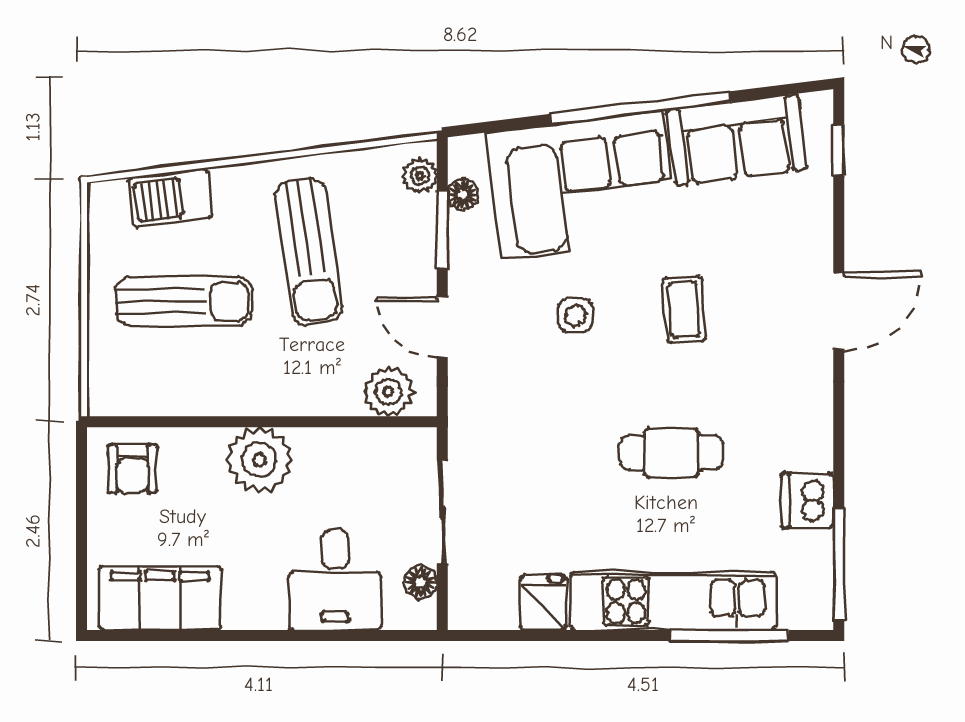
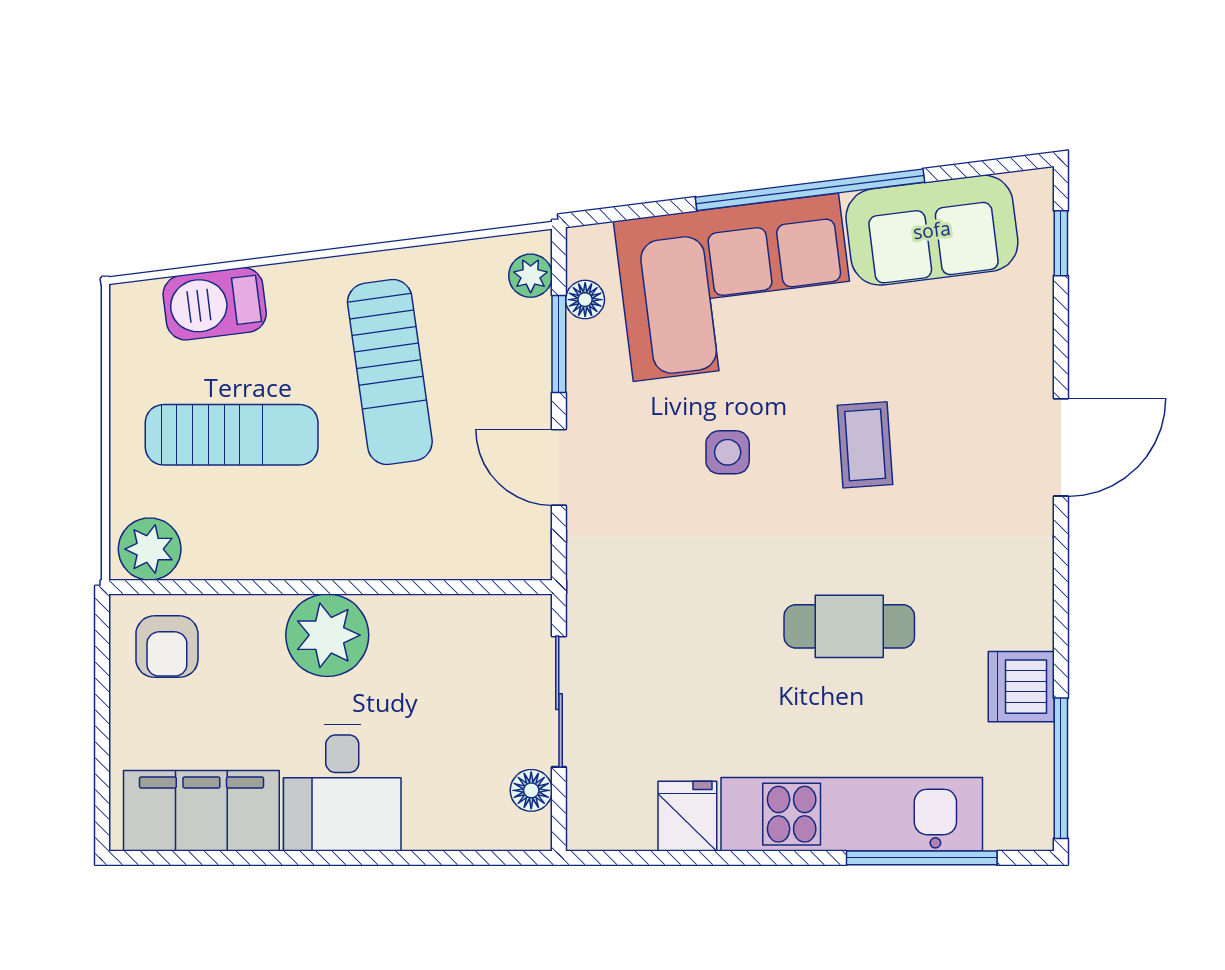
plant: (388, 392) -> (150, 549), moved
desk: (335, 580) -> (342, 788), moved

